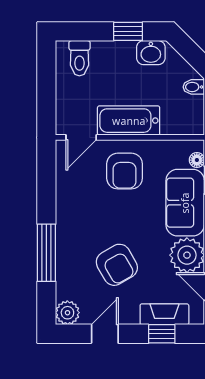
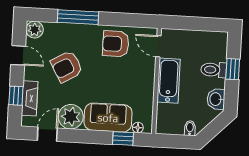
window: (128, 31) -> (233, 69), moved
toilet: (79, 58) -> (214, 70), moved
armchair: (125, 171) -> (116, 44), moved

